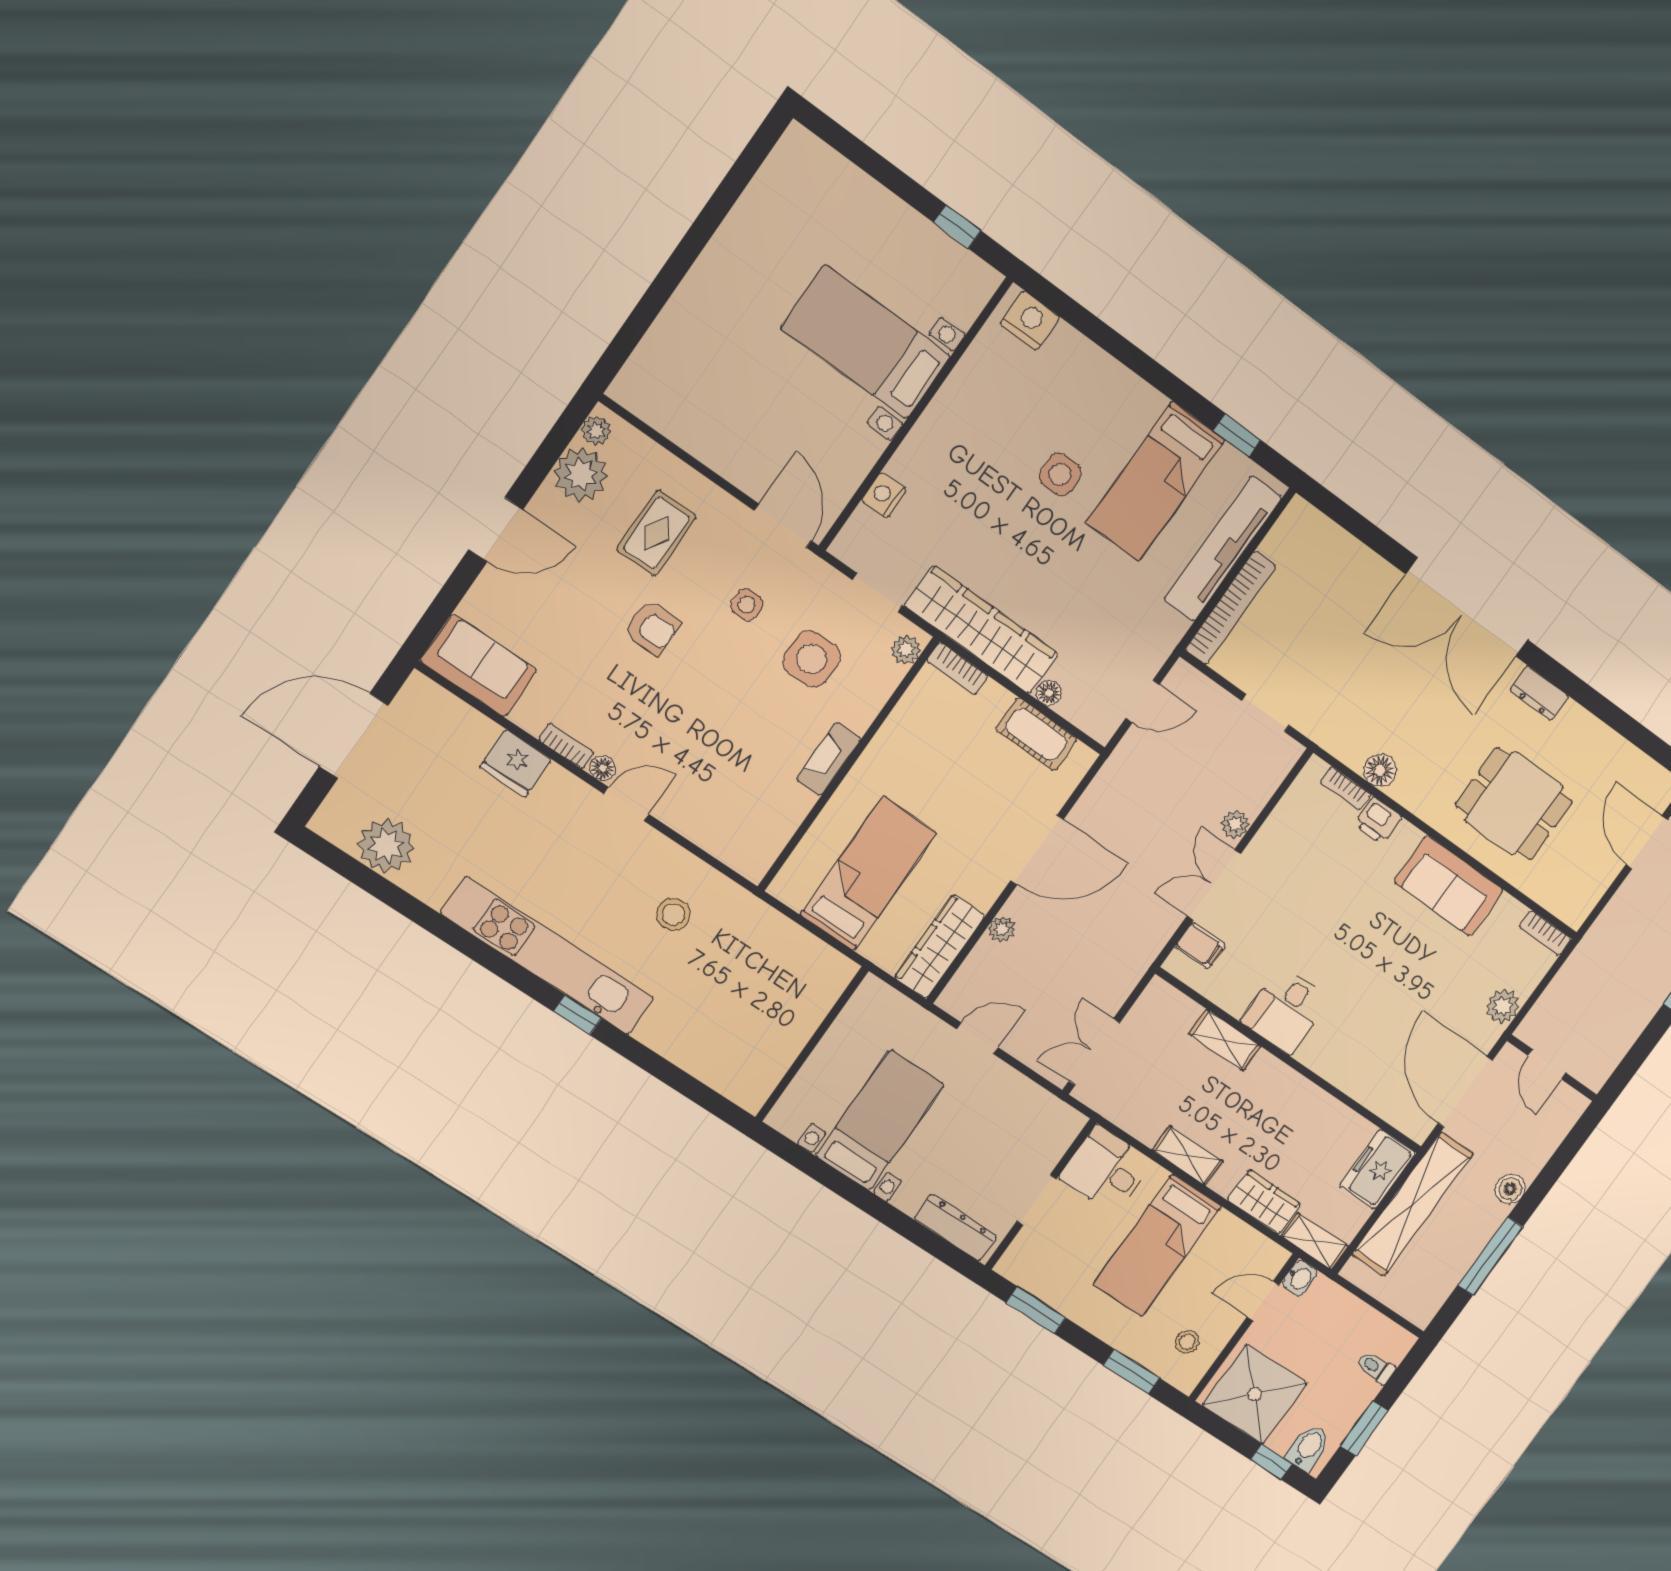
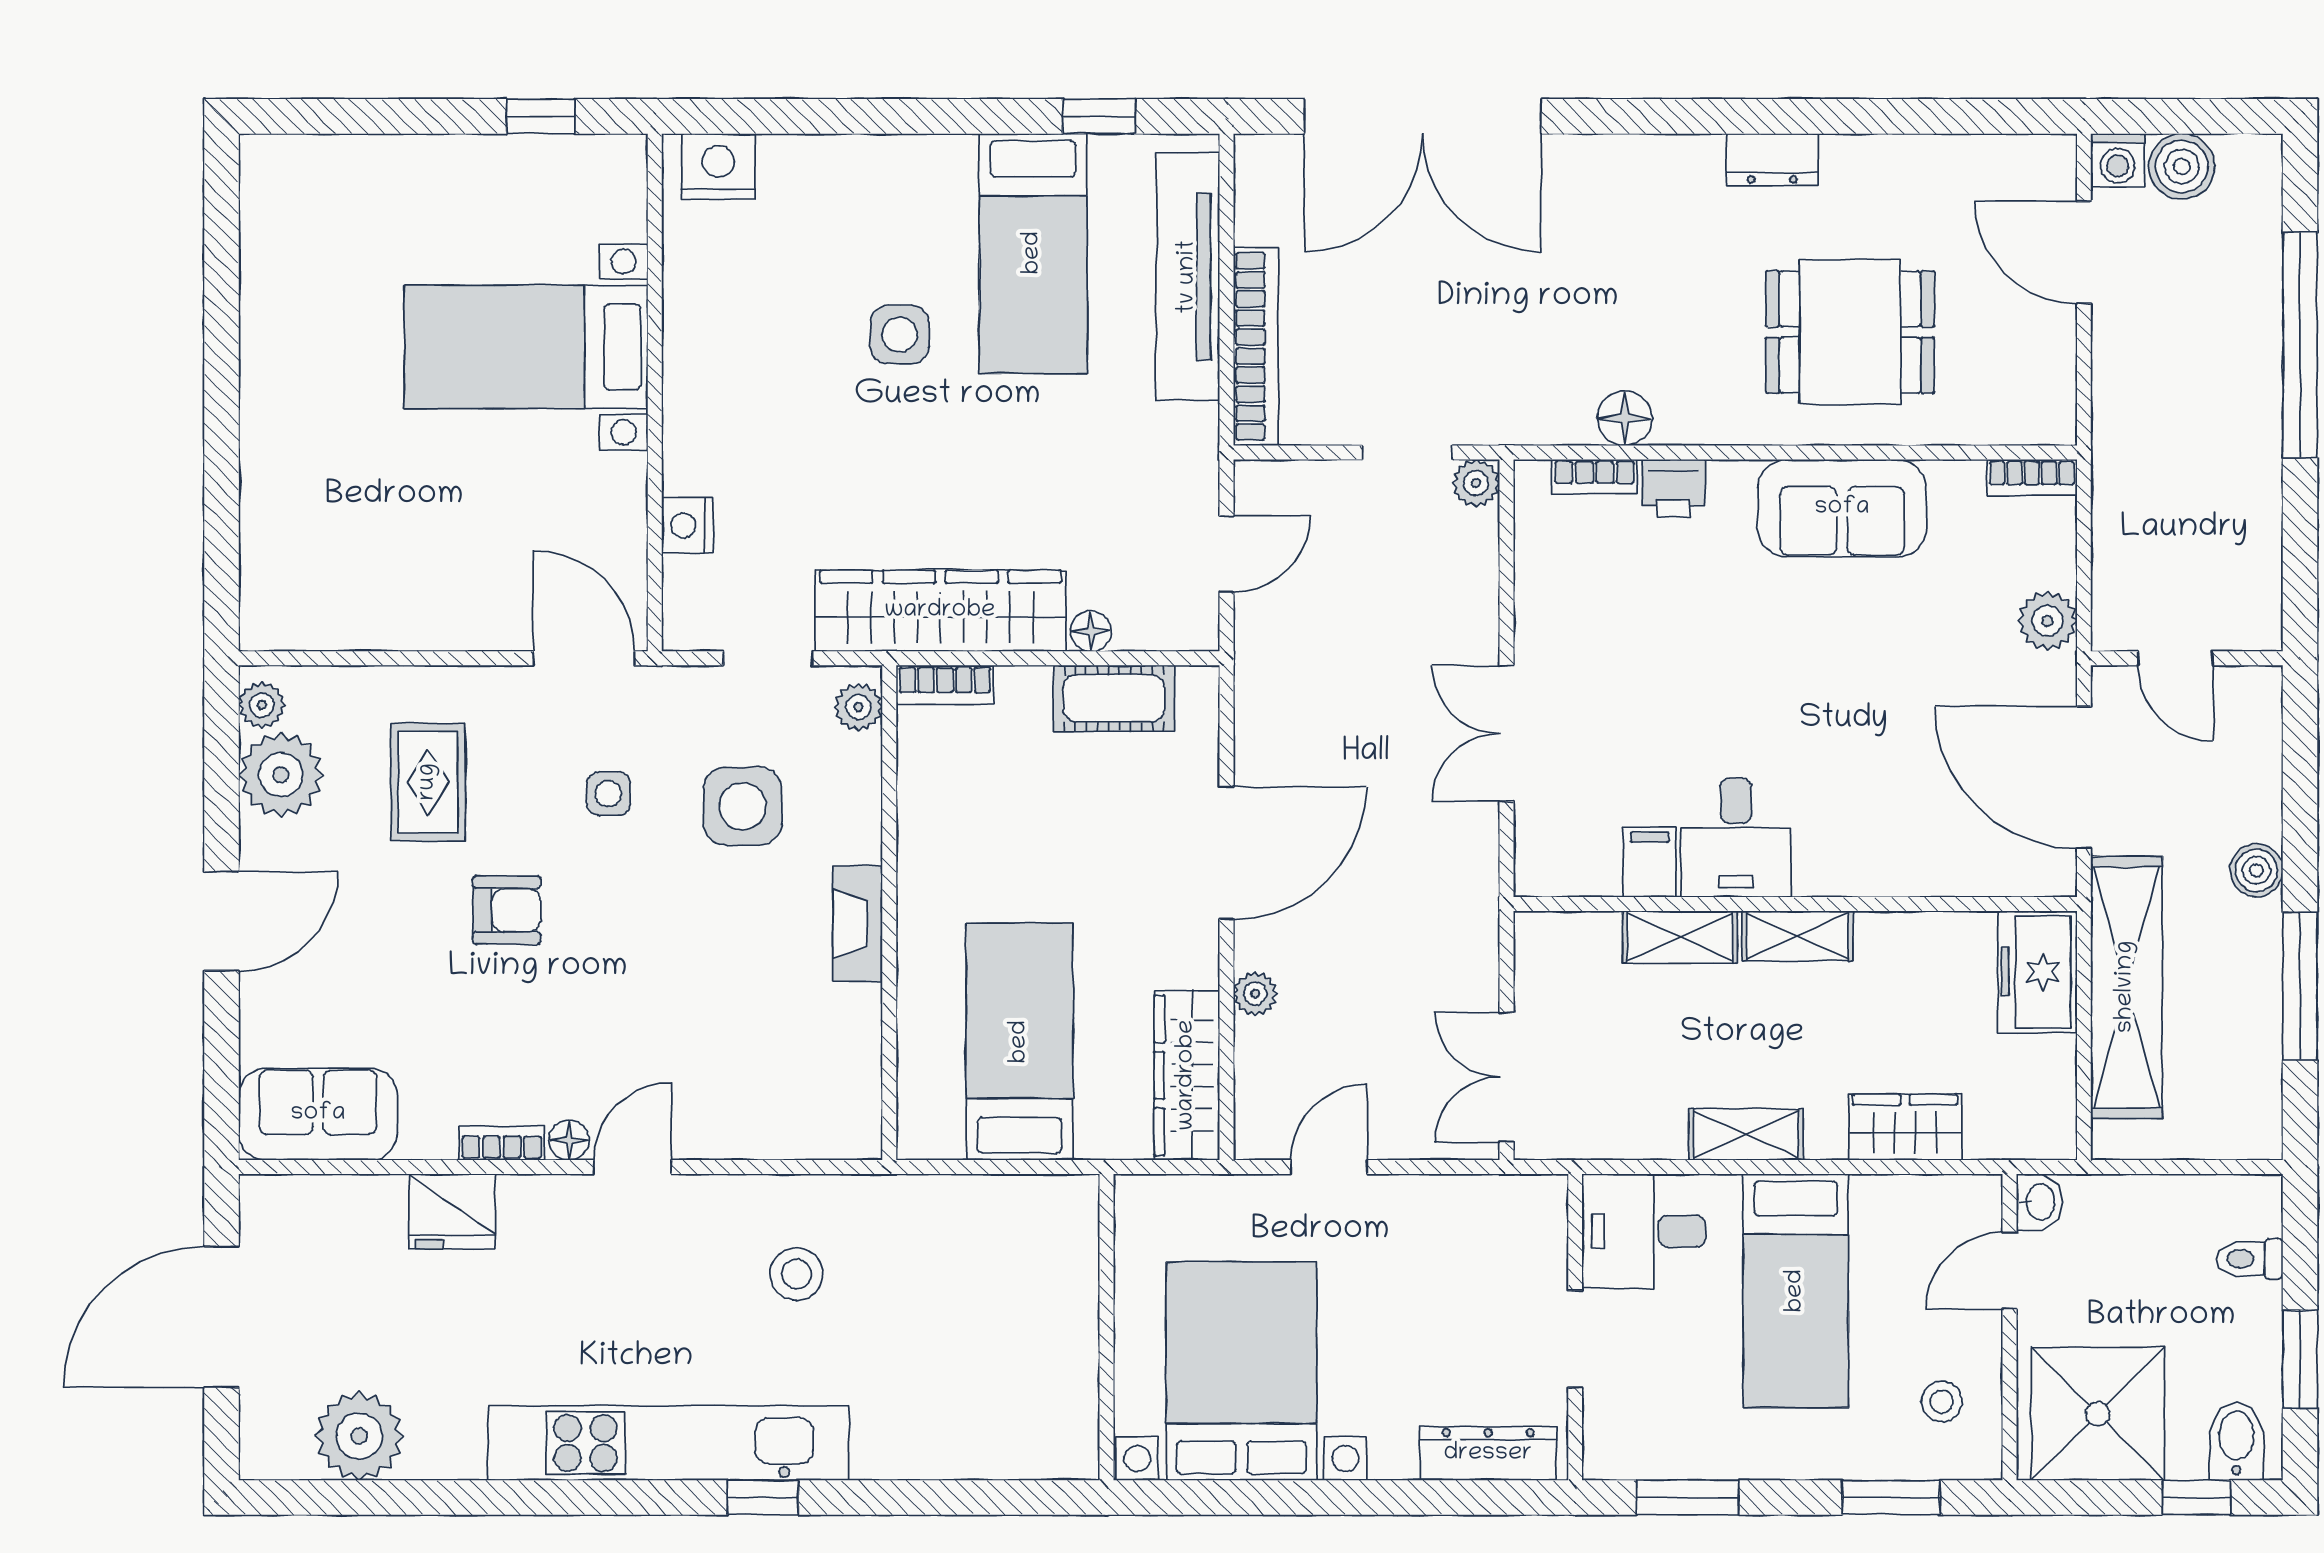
double door: (1467, 607) -> (1423, 116), moved
plant: (1235, 825) -> (1476, 483), moved
filing cabinet: (1200, 946) -> (1650, 862), moved, turned -90
bed with nightstands: (880, 1120) -> (1241, 1371), width x1.36
shelving: (1315, 1241) -> (1797, 936), moved

